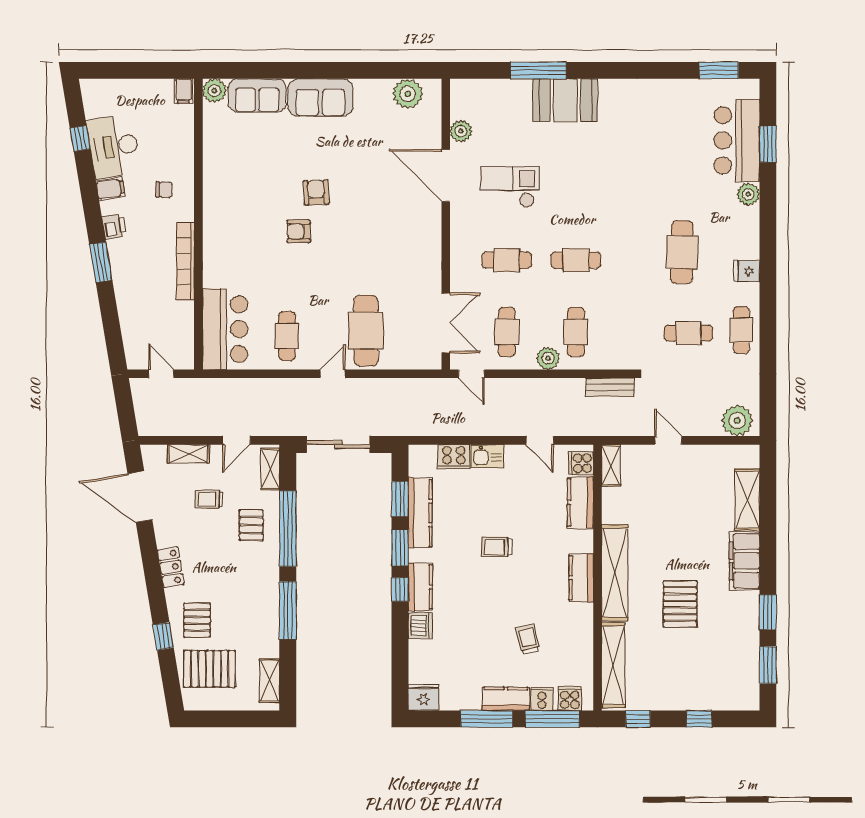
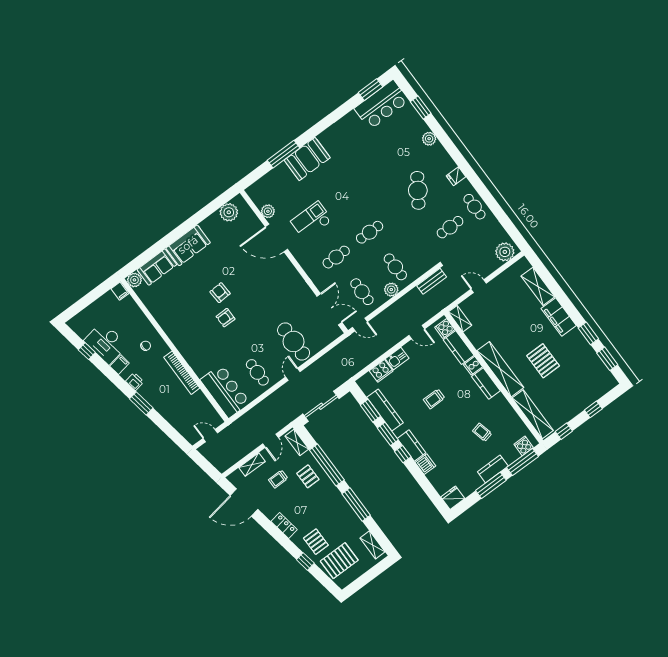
bar counter: (737, 140) -> (382, 105), moved, turned -90
cafe table: (682, 252) -> (418, 190), turned 33
cooker: (542, 699) -> (473, 366), moved, turned -90

